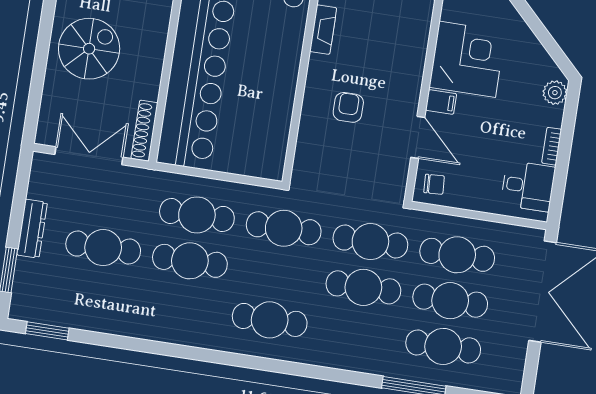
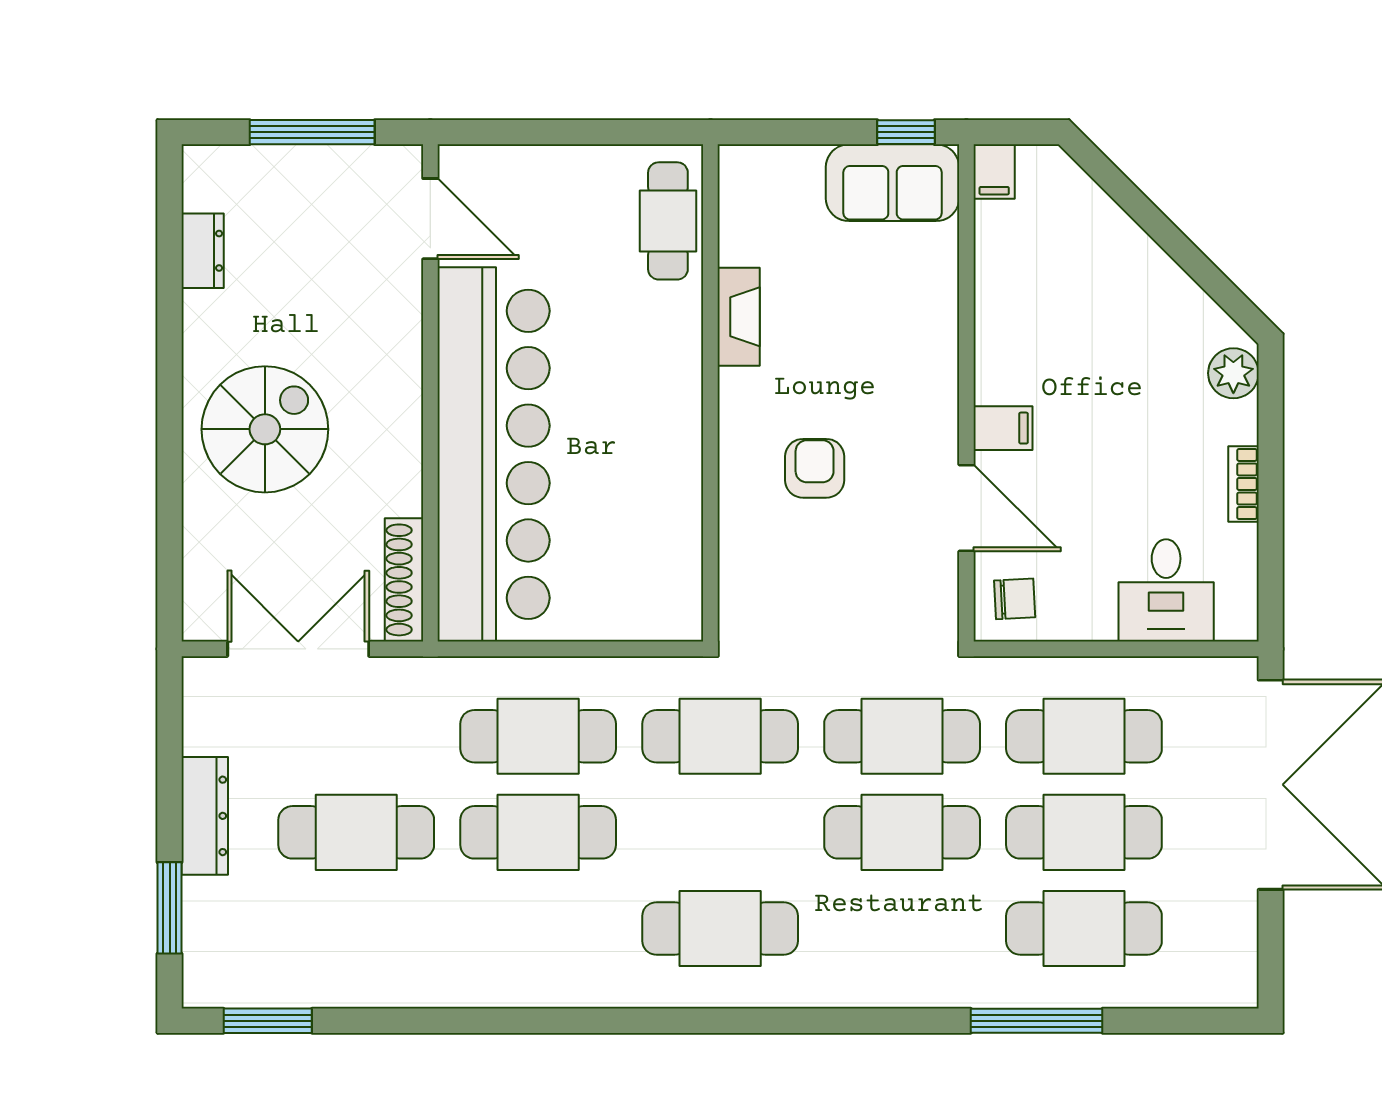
corner desk: (467, 59) -> (1043, 332), removed
desk: (528, 186) -> (1166, 590), moved, turned 90

